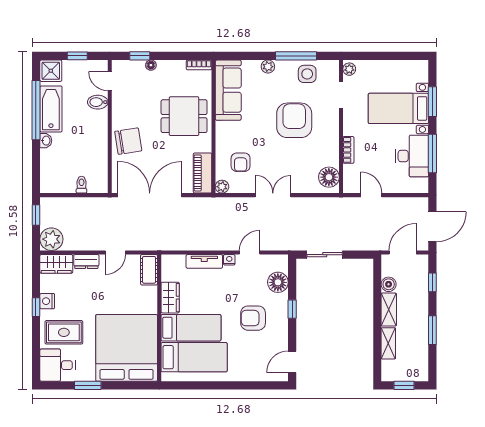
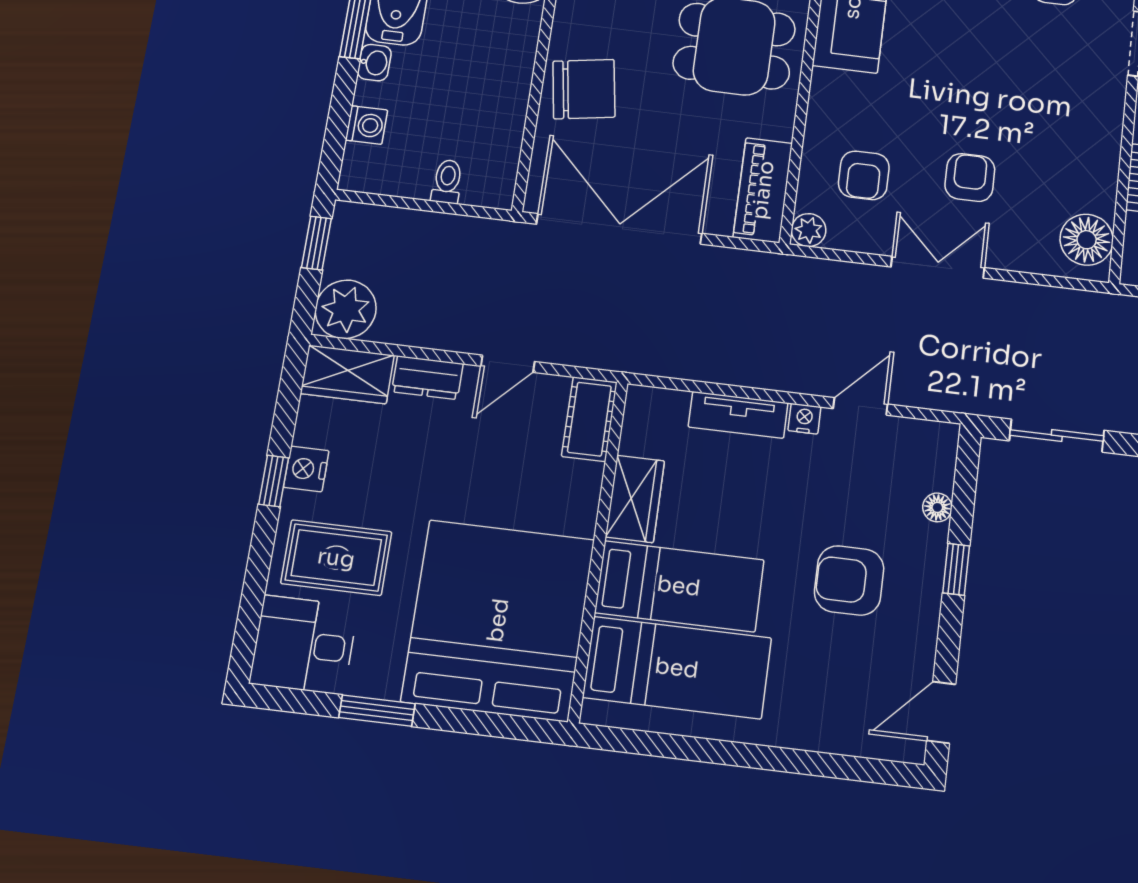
armchair: (294, 120) -> (970, 177), moved, width x0.53, depth x0.53
washing machine: (47, 166) -> (367, 125), added
floor lamp: (278, 282) -> (937, 507), width x0.53, depth x0.53

